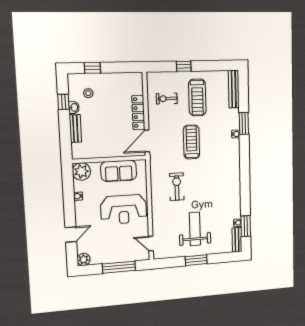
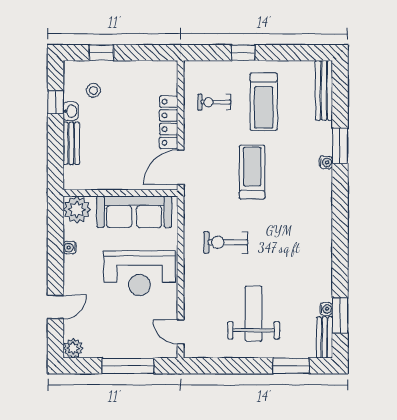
sofa: (119, 171) -> (134, 212), width x1.36
exercise bike: (177, 187) -> (226, 242), turned -90
window: (196, 260) -> (291, 366), moved

